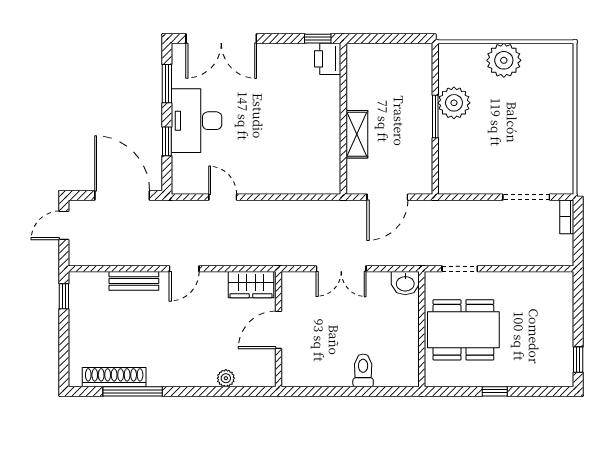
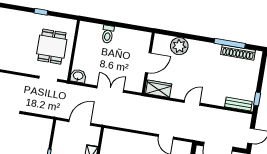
bench: (134, 281) -> (238, 104), moved
dining table: (463, 330) -> (52, 47), width x0.73
plant: (226, 378) -> (179, 46), width x1.88, depth x1.88

